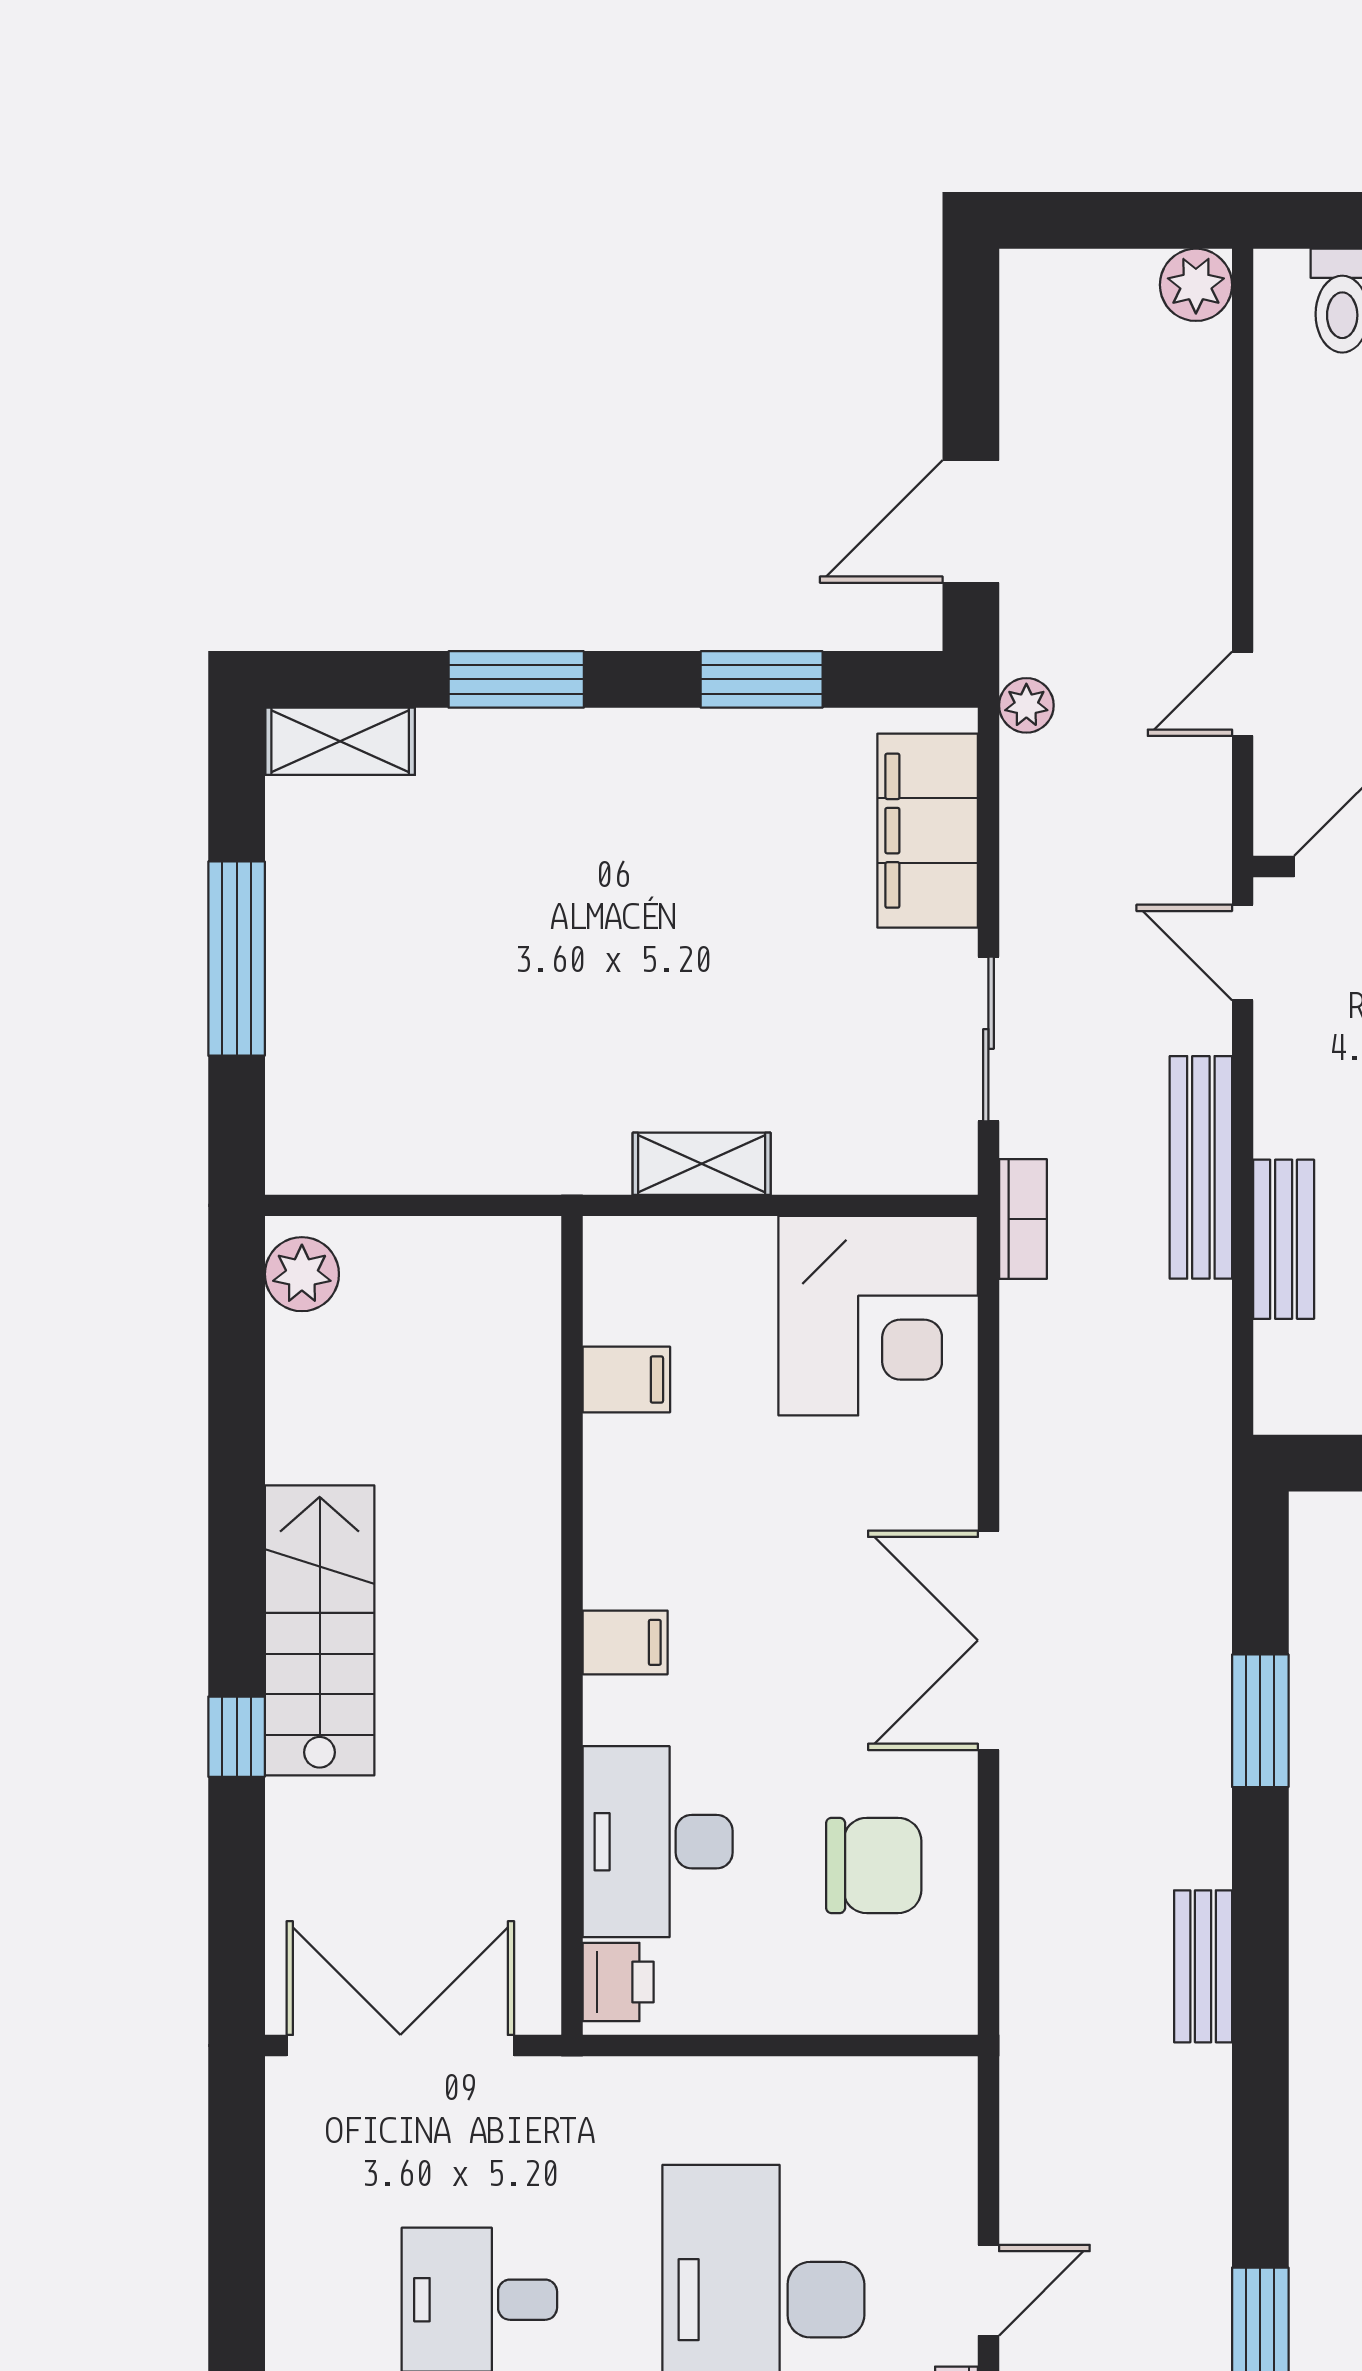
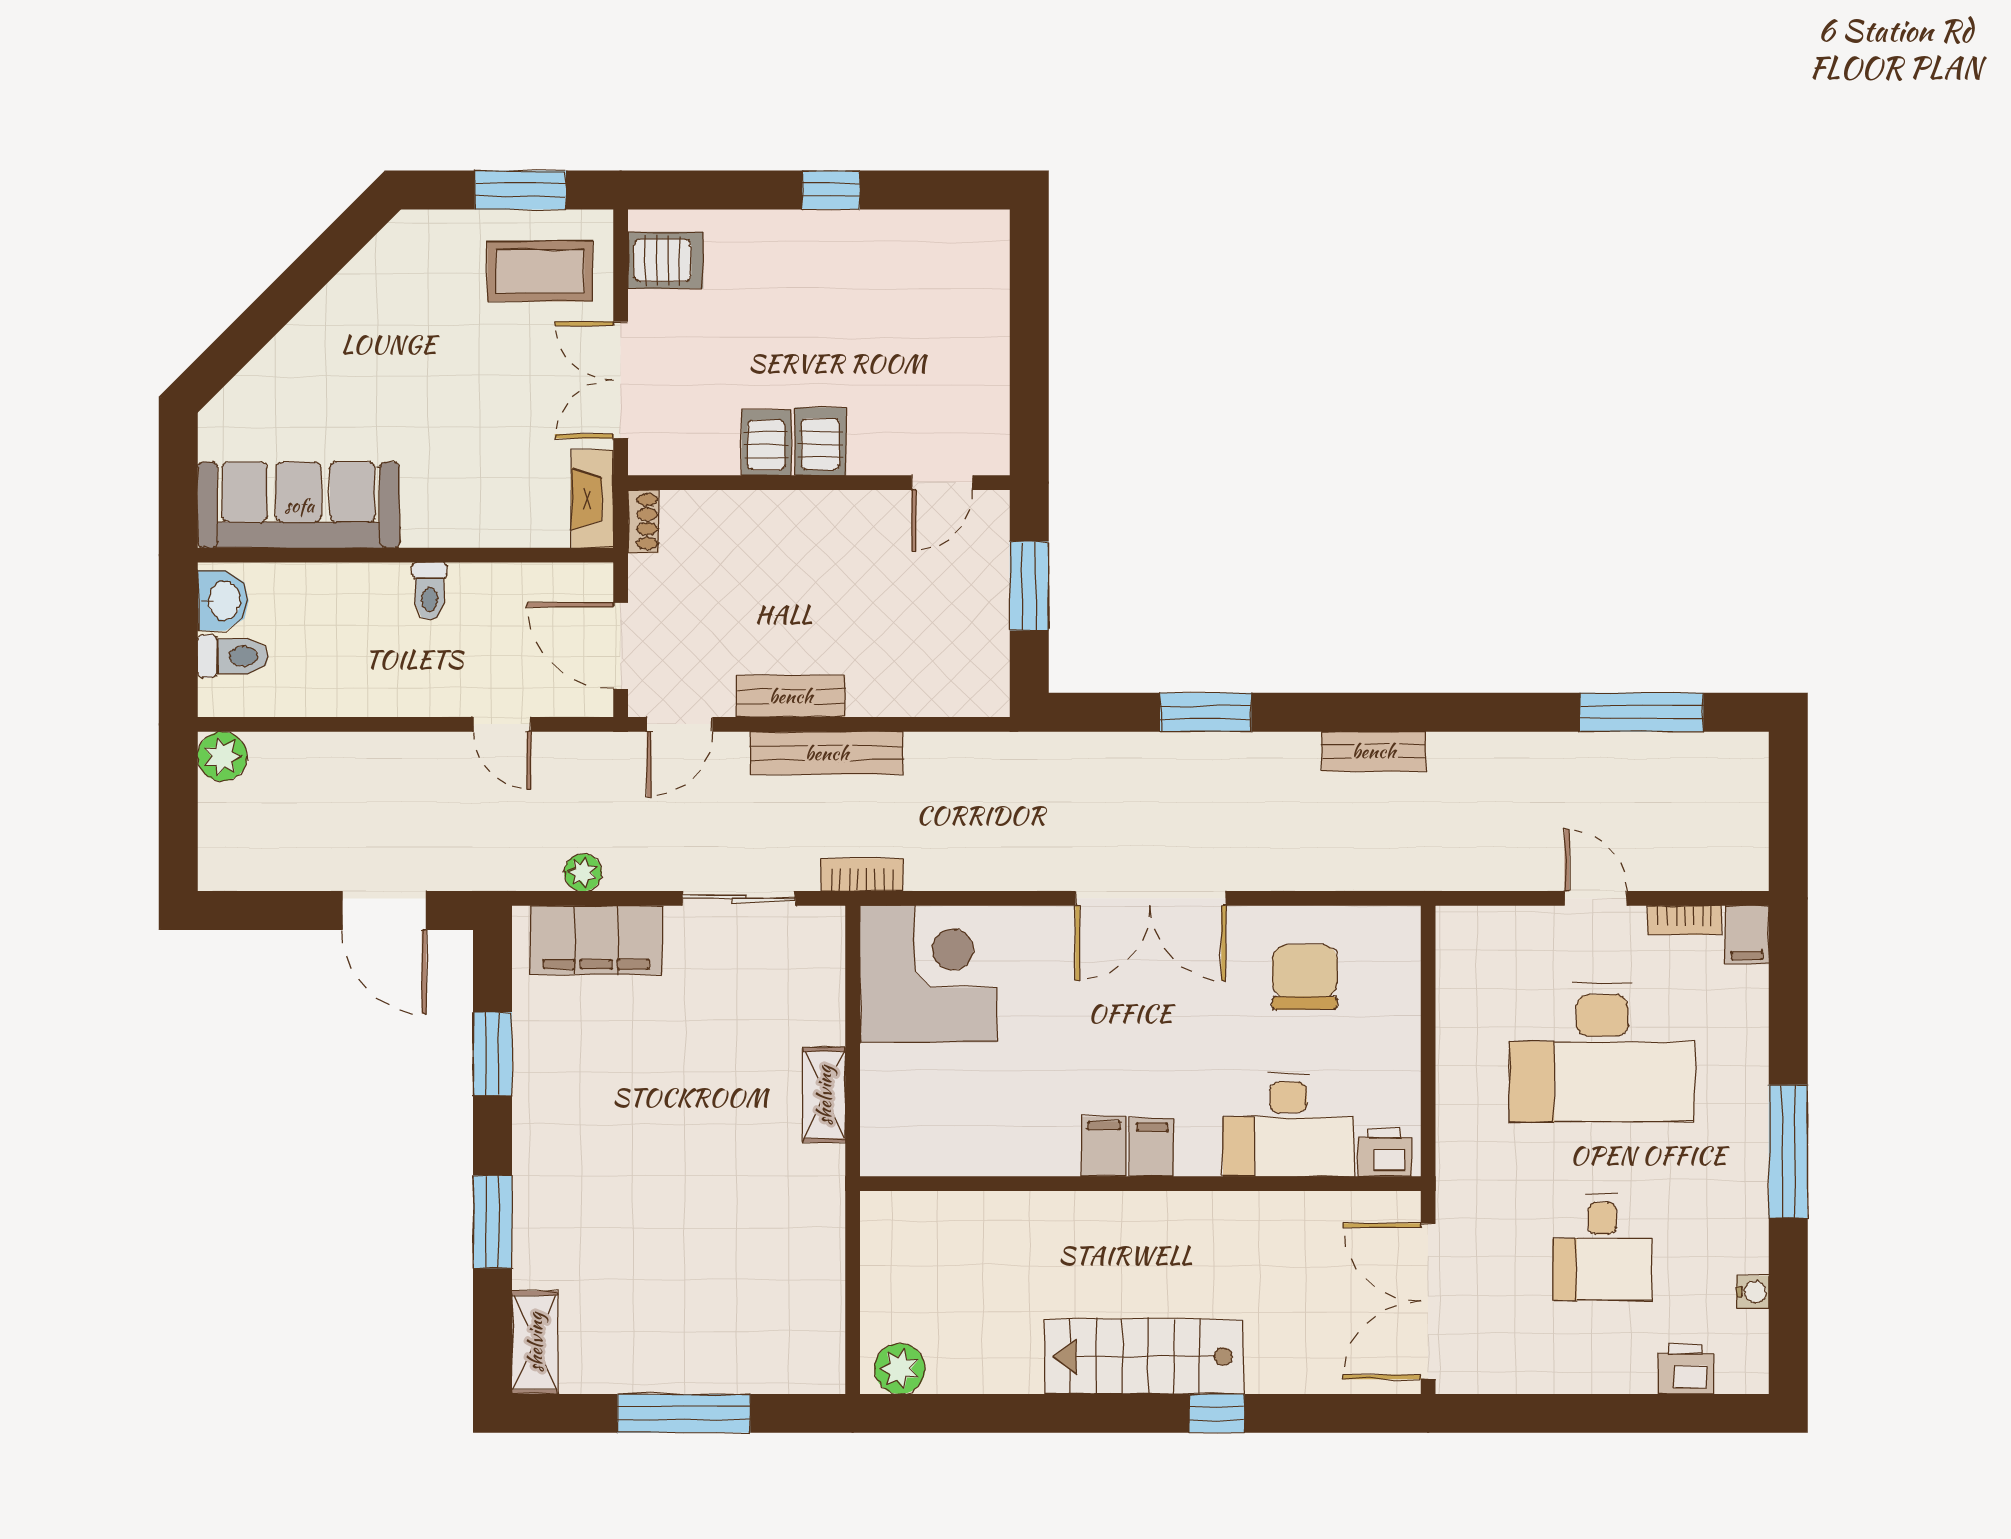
plant: (1026, 705) -> (583, 872), moved
bench: (1284, 1239) -> (791, 696), moved
filing cabinet: (626, 1380) -> (1104, 1146), moved

